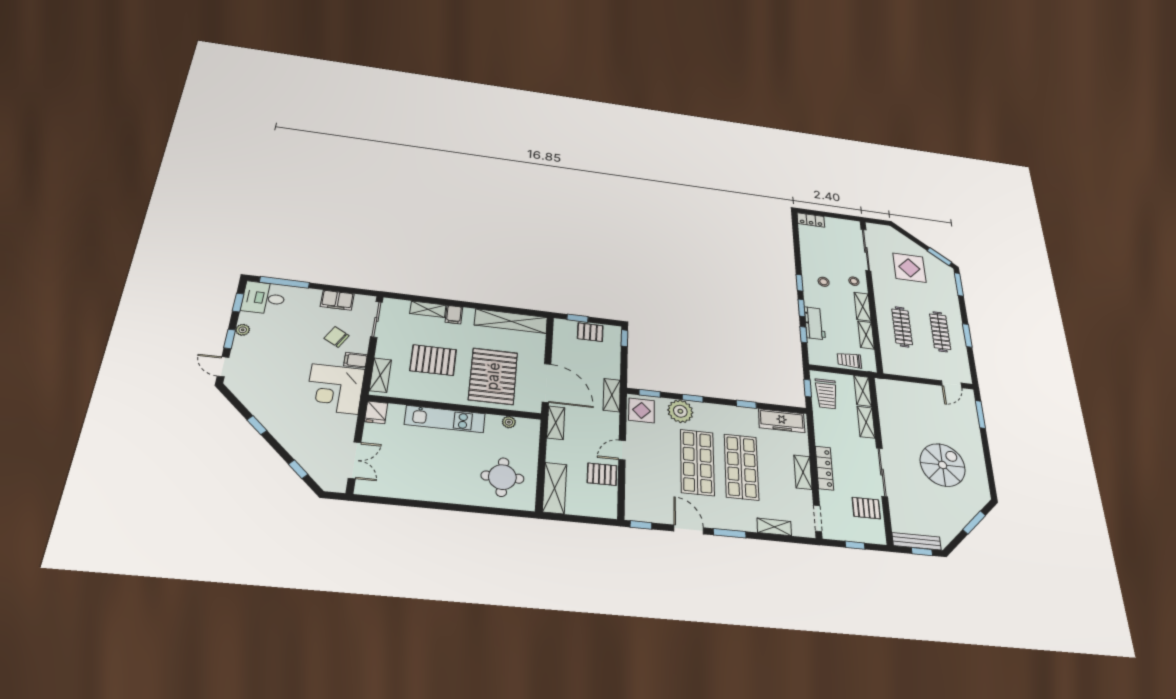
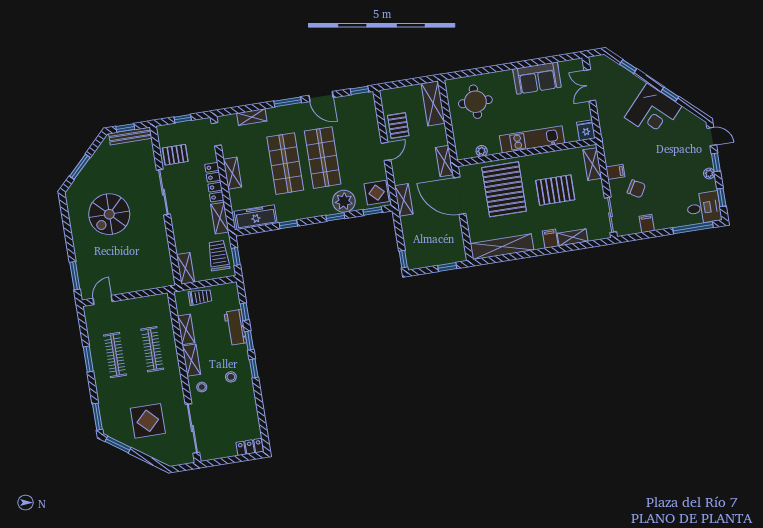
filing cabinet: (337, 300) -> (647, 223), width x0.50
pallet: (590, 332) -> (433, 256), removed
corner desk: (335, 389) -> (653, 112), moved, turned 133
shelving: (866, 422) -> (220, 218), moved
pallet: (602, 474) -> (398, 126), turned 90
sofa: (418, 485) -> (537, 78), added

